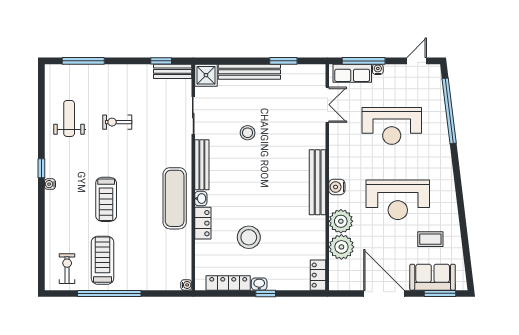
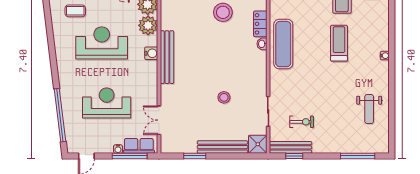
bench: (173, 71) -> (291, 147), width x1.36
exercise bike: (117, 122) -> (302, 122), moved
bench: (202, 165) -> (261, 71), removed
window: (41, 168) -> (392, 69), removed

